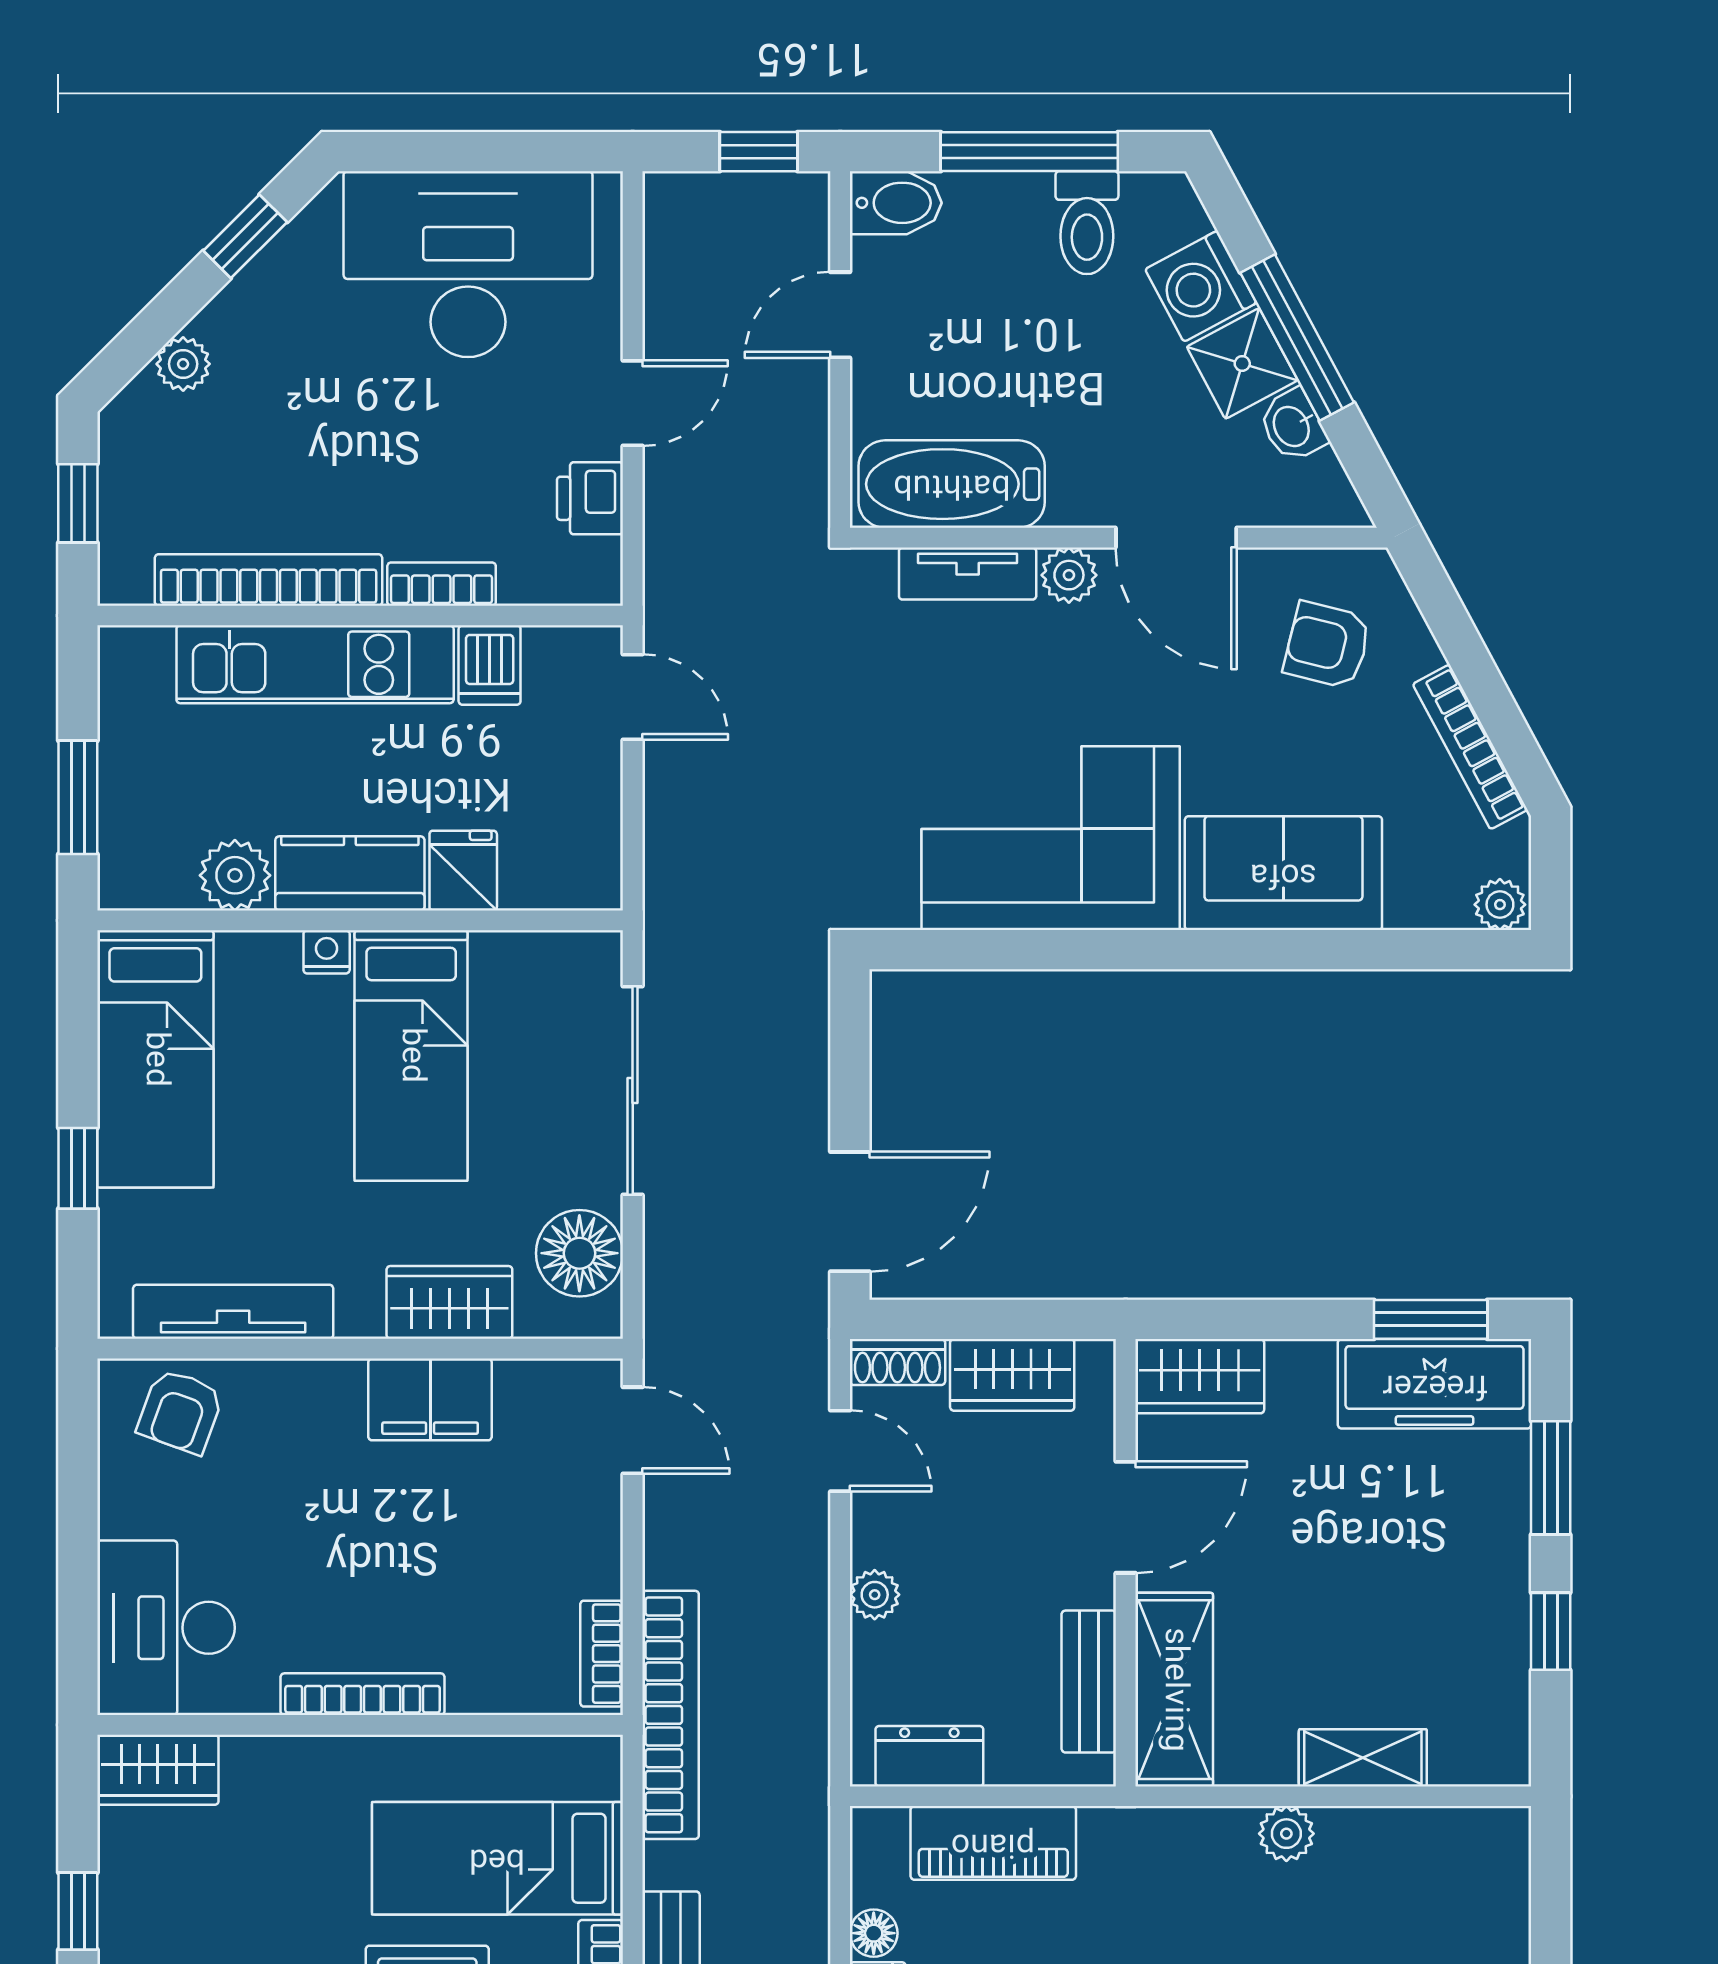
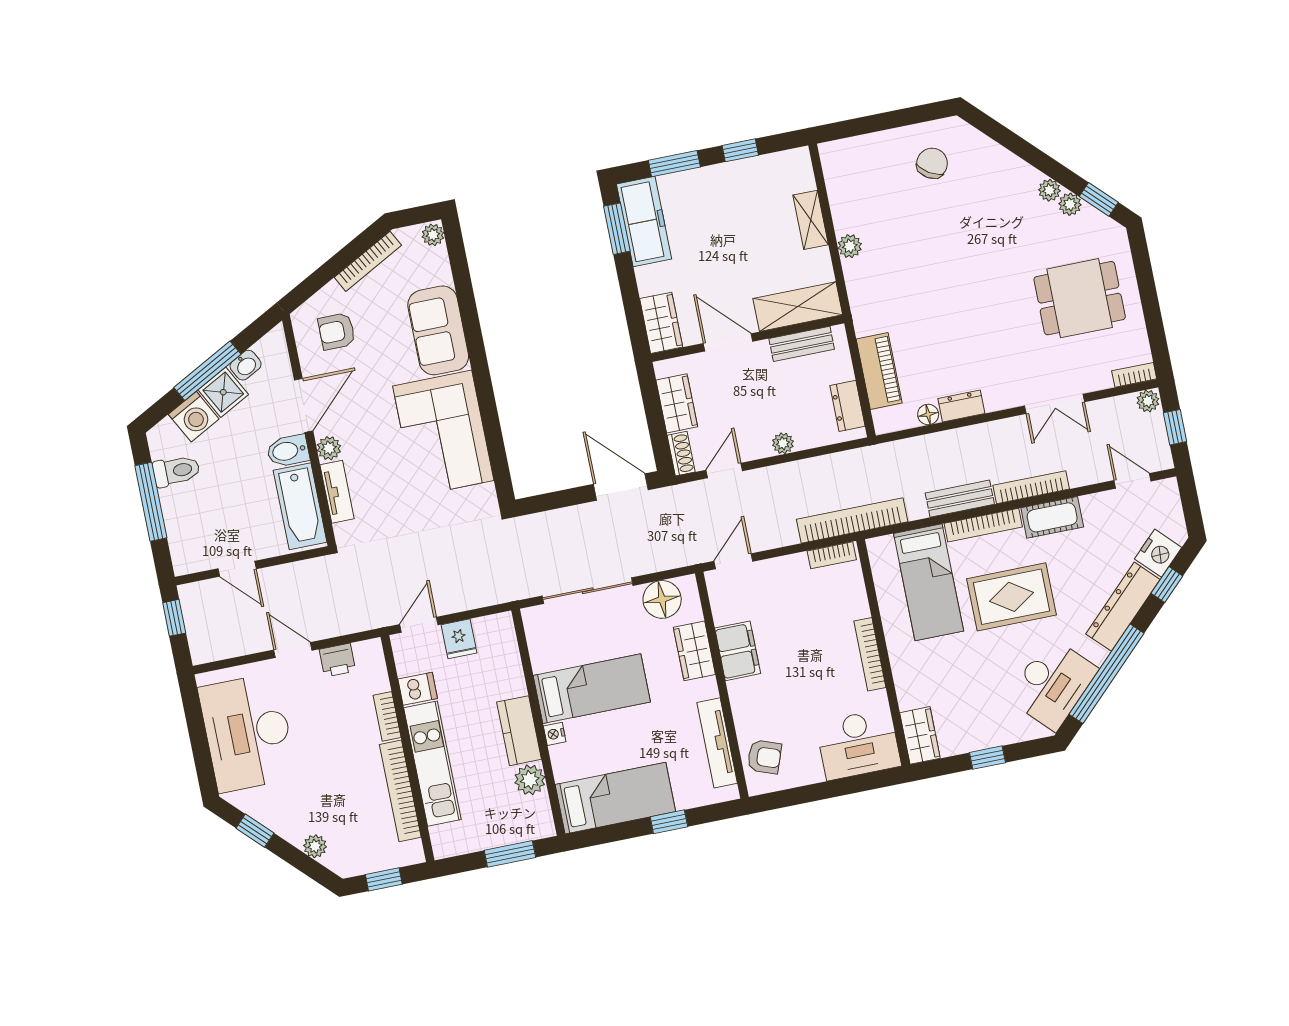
bidet: (896, 203) -> (288, 451), moved, turned -90
armchair: (1327, 645) -> (337, 331), turned 76
fridge: (463, 871) -> (459, 639), moved, turned -90

